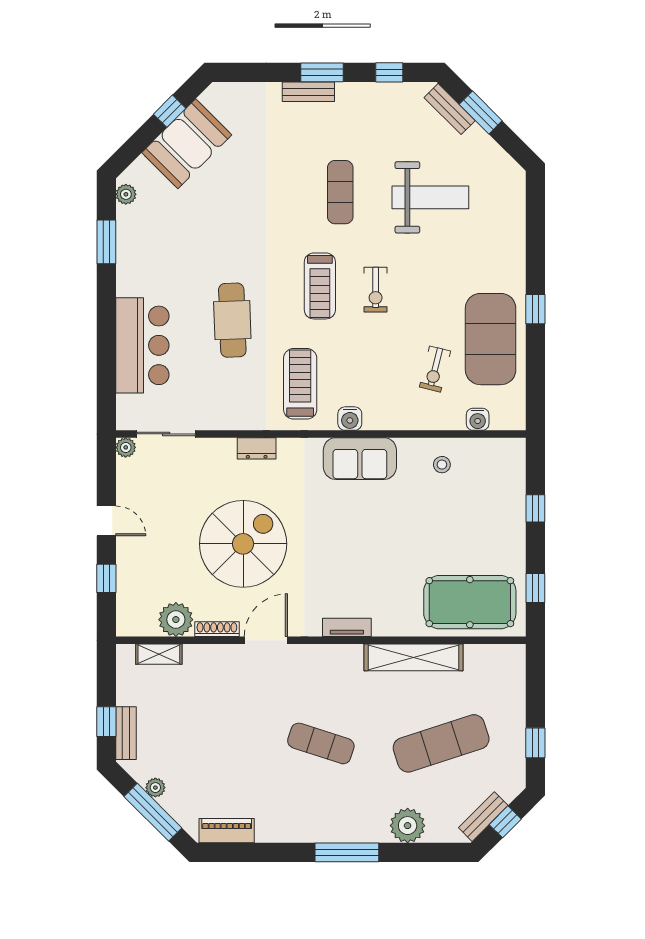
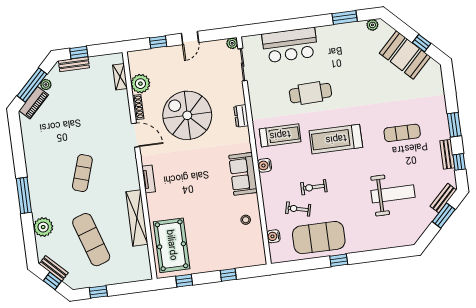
bench: (308, 92) -> (447, 154), moved
exercise mat: (340, 192) -> (402, 133), moved
weight bench: (430, 197) -> (393, 194), turned -90
treadmill: (320, 286) -> (336, 139), width x1.37, depth x1.38
exercise bike: (376, 290) -> (314, 187), moved
spiral stairs: (243, 544) -> (187, 115), turned 180
piano: (227, 831) -> (34, 103), moved, turned 45

